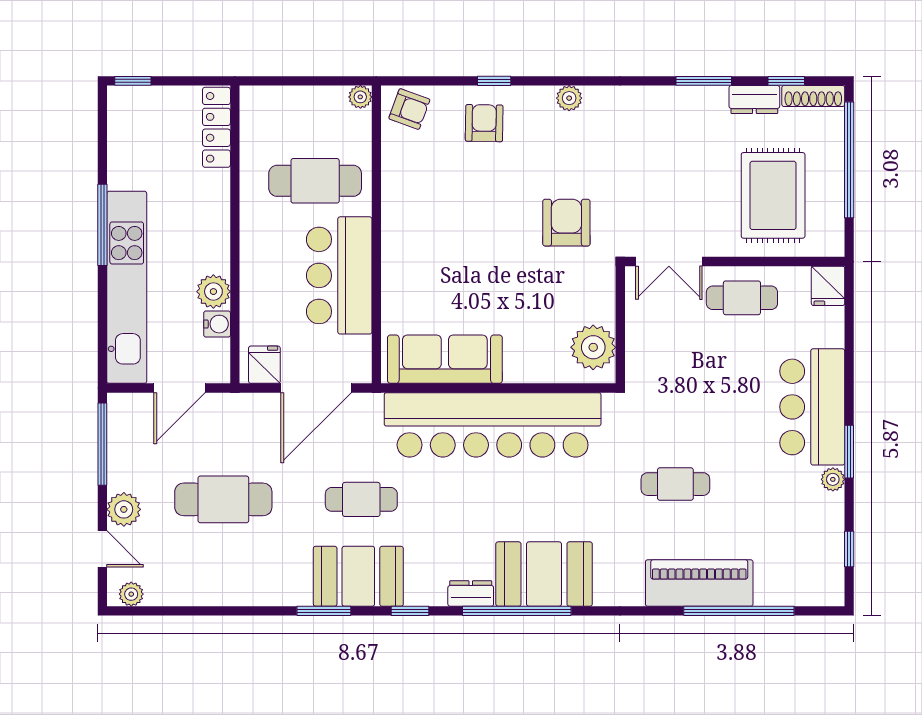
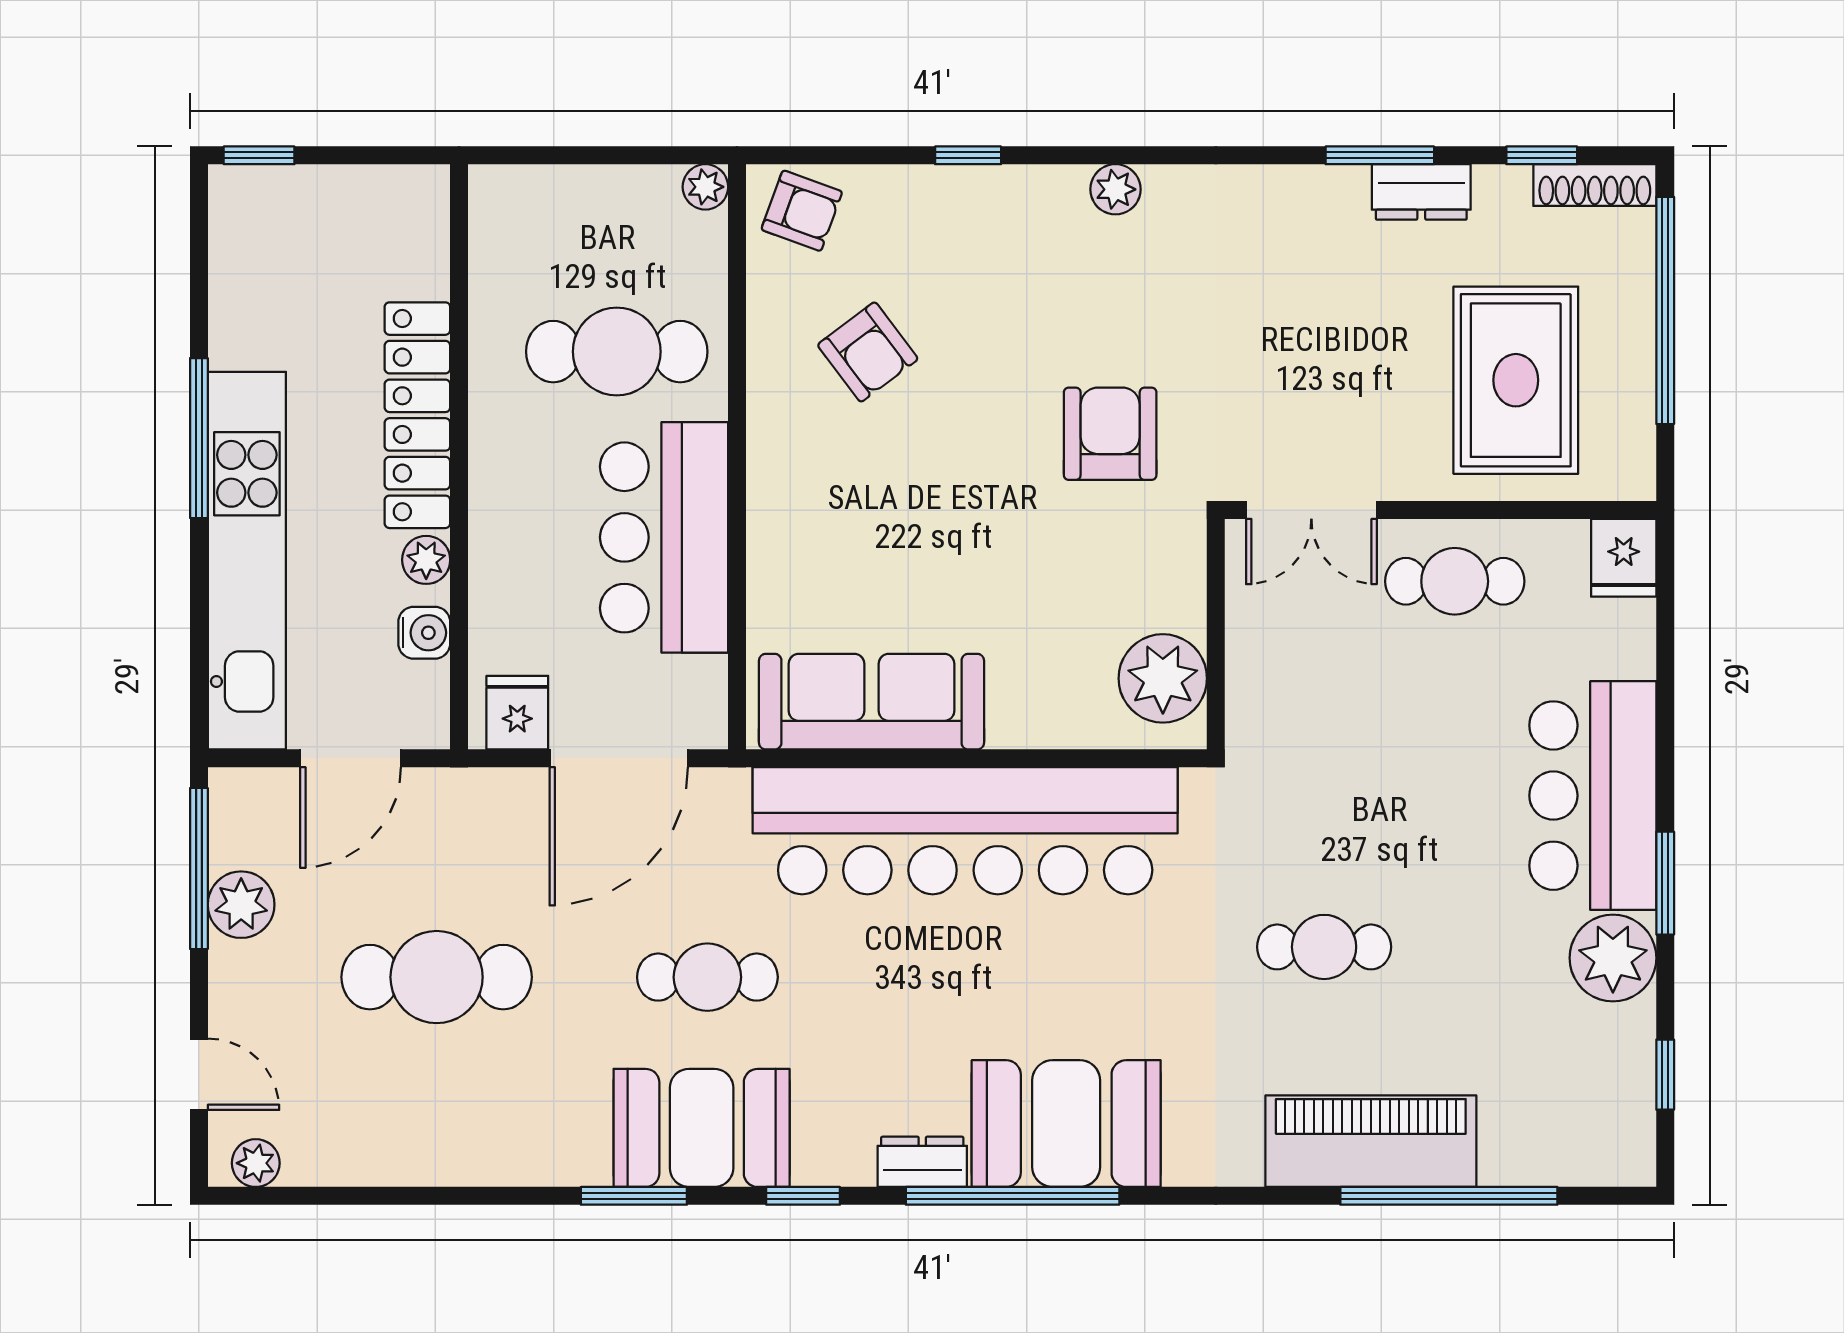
dresser: (754, 99) -> (1421, 192), moved
armchair: (484, 123) -> (868, 352), moved, turned 142
locker: (216, 127) -> (417, 415), moved, width x1.41, depth x1.21
plant: (213, 292) -> (426, 560), width x0.73, depth x0.73
plant: (833, 479) -> (1613, 958), width x1.88, depth x1.88
plant: (124, 509) -> (241, 905), moved

